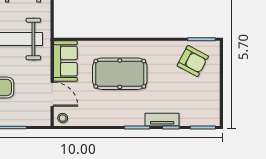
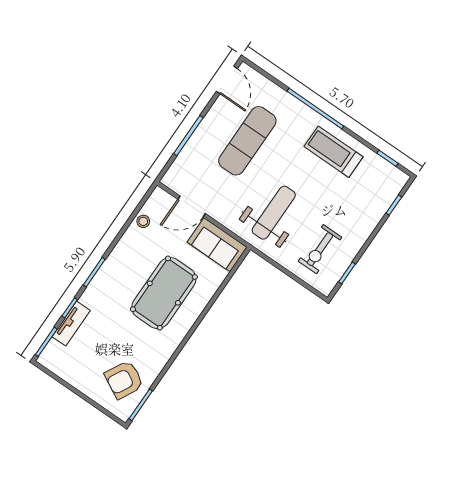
stool: (63, 118) -> (143, 221), moved
tv unit: (162, 120) -> (71, 324), moved

